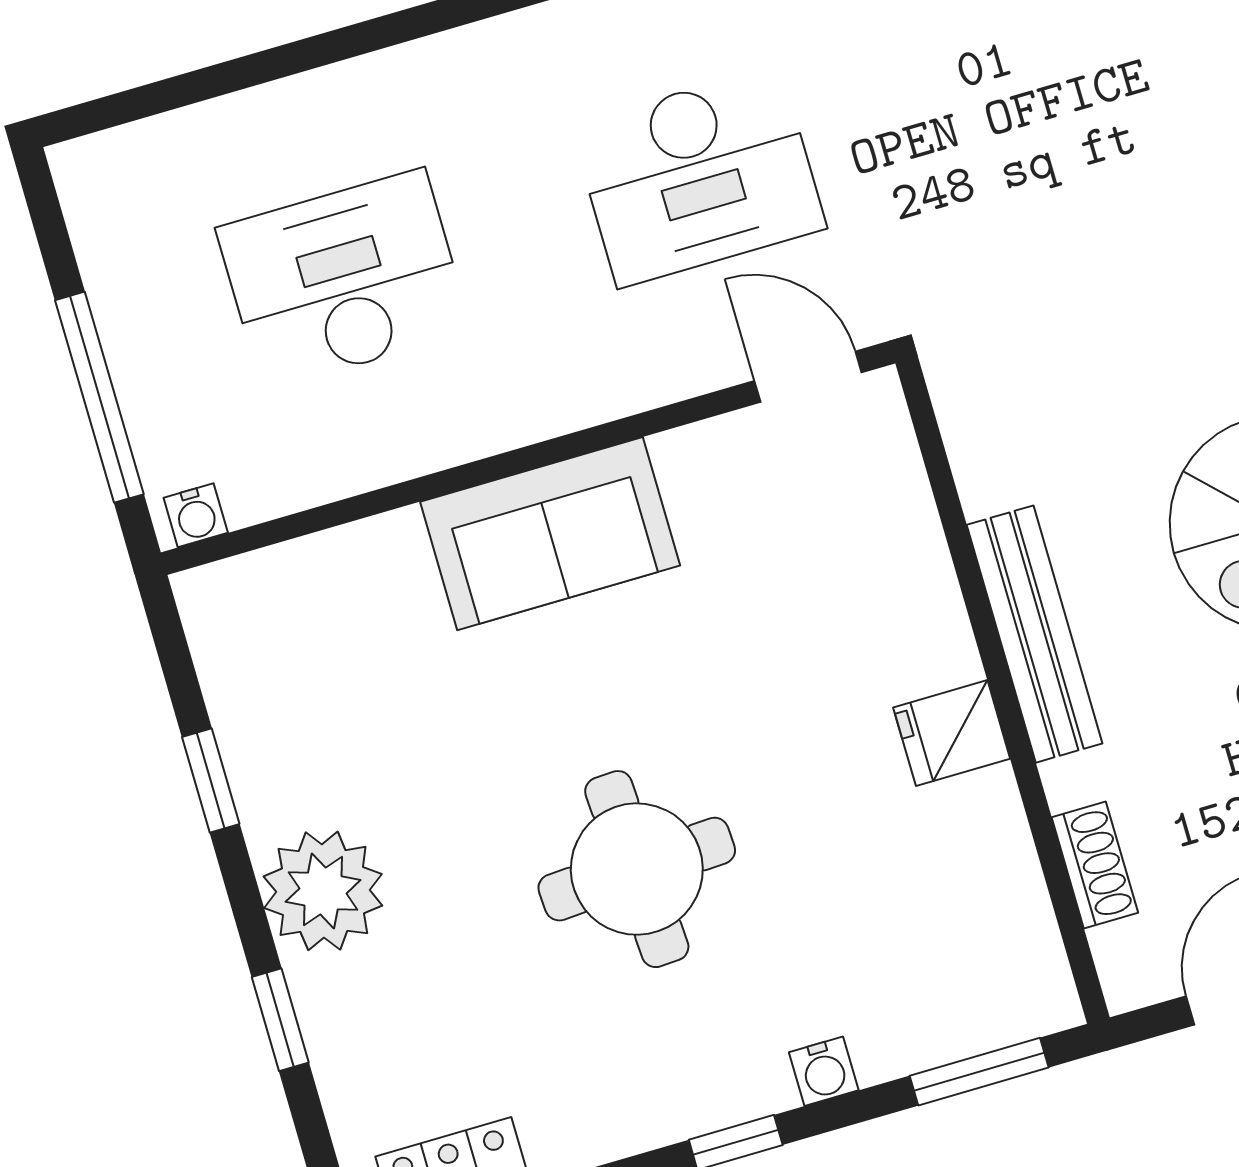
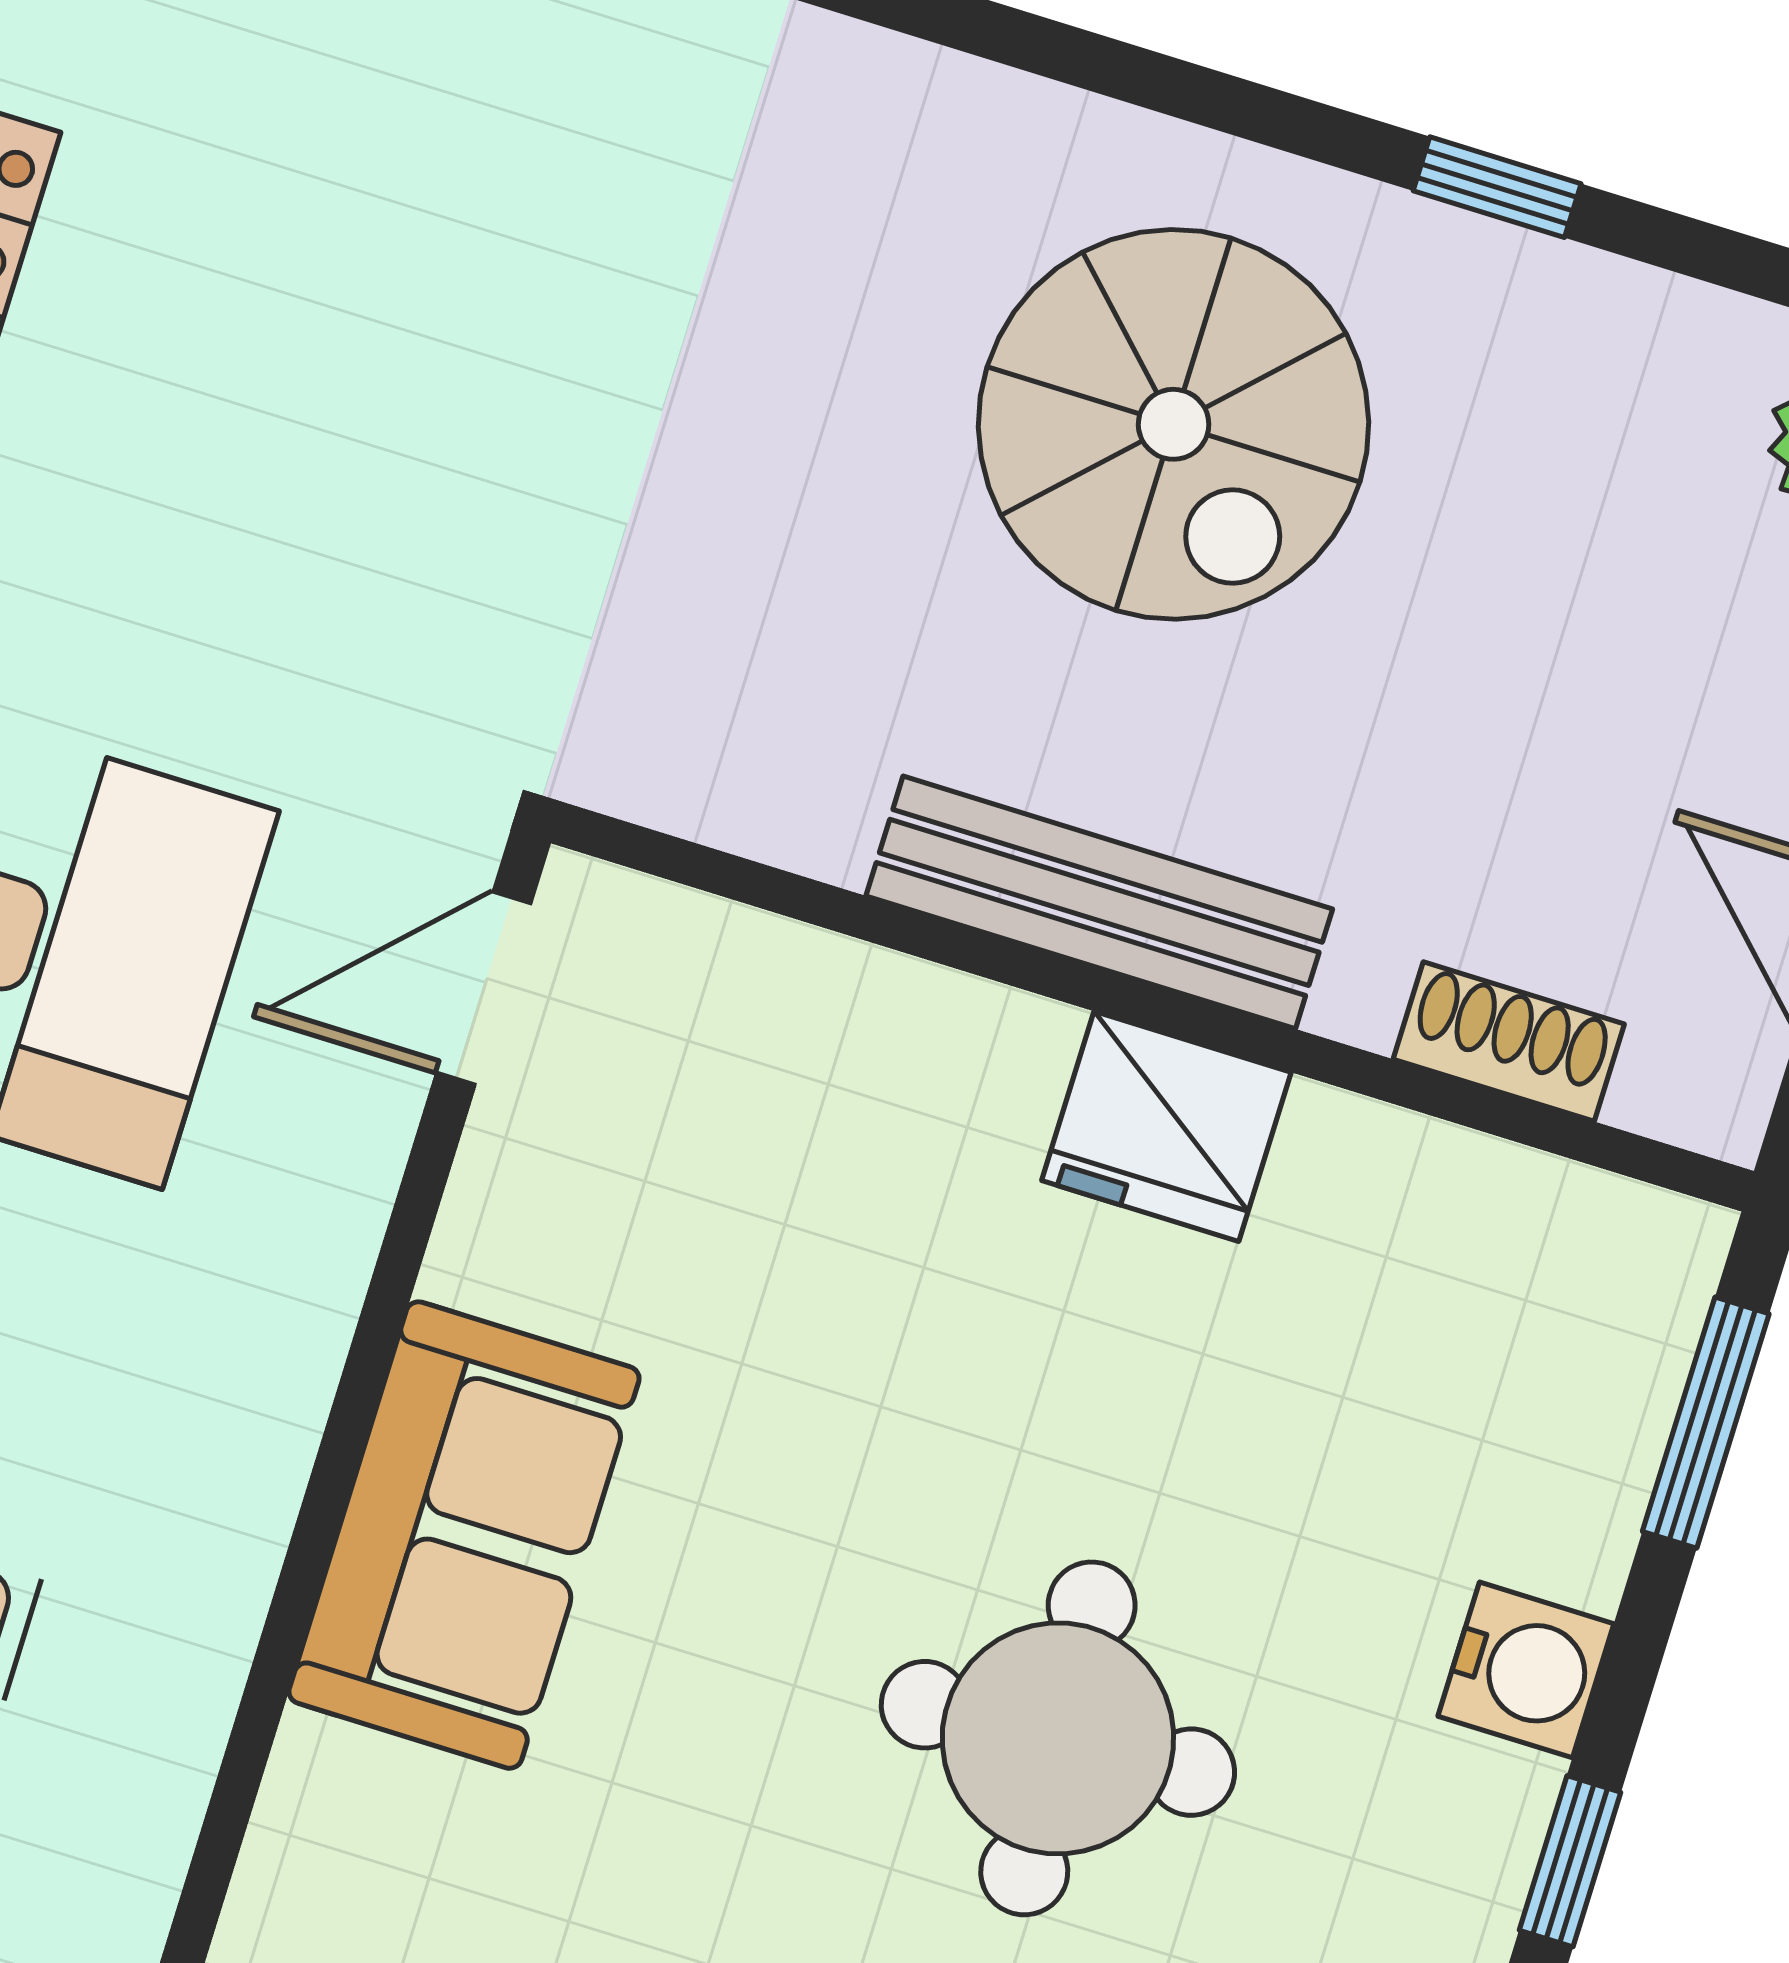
fridge: (952, 733) -> (1166, 1126), width x1.38
water cooler: (824, 1071) -> (1526, 1670), width x1.38, depth x1.38

